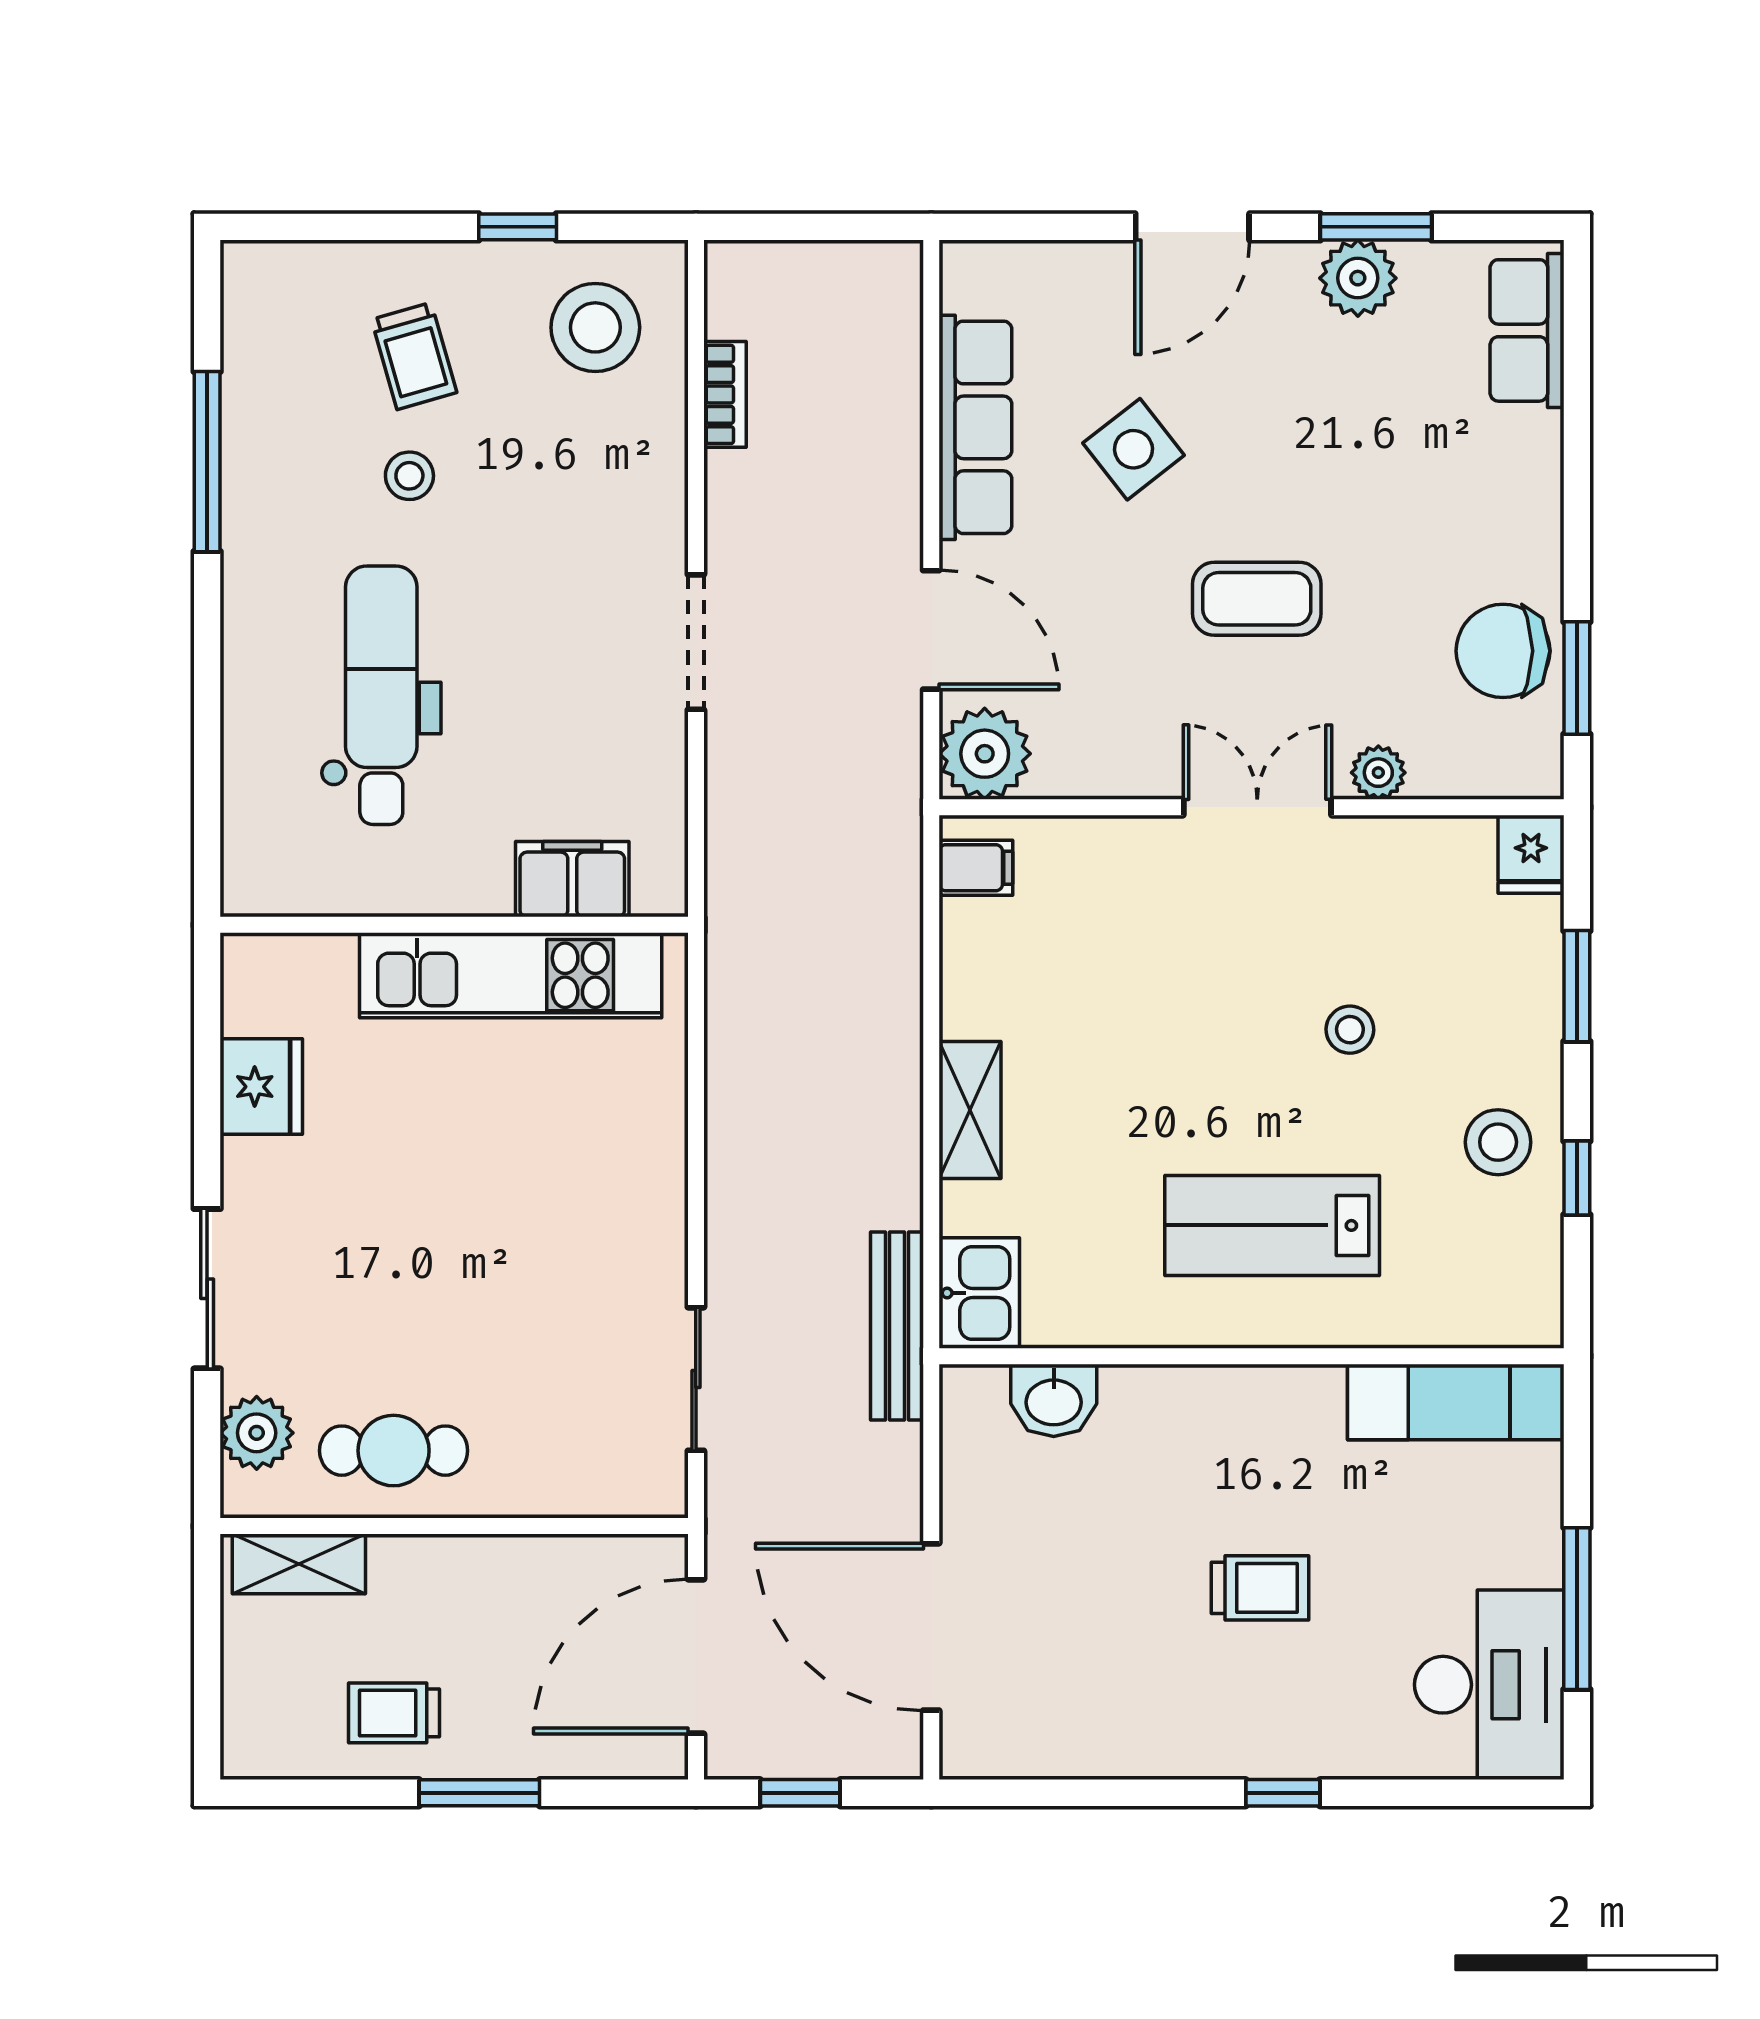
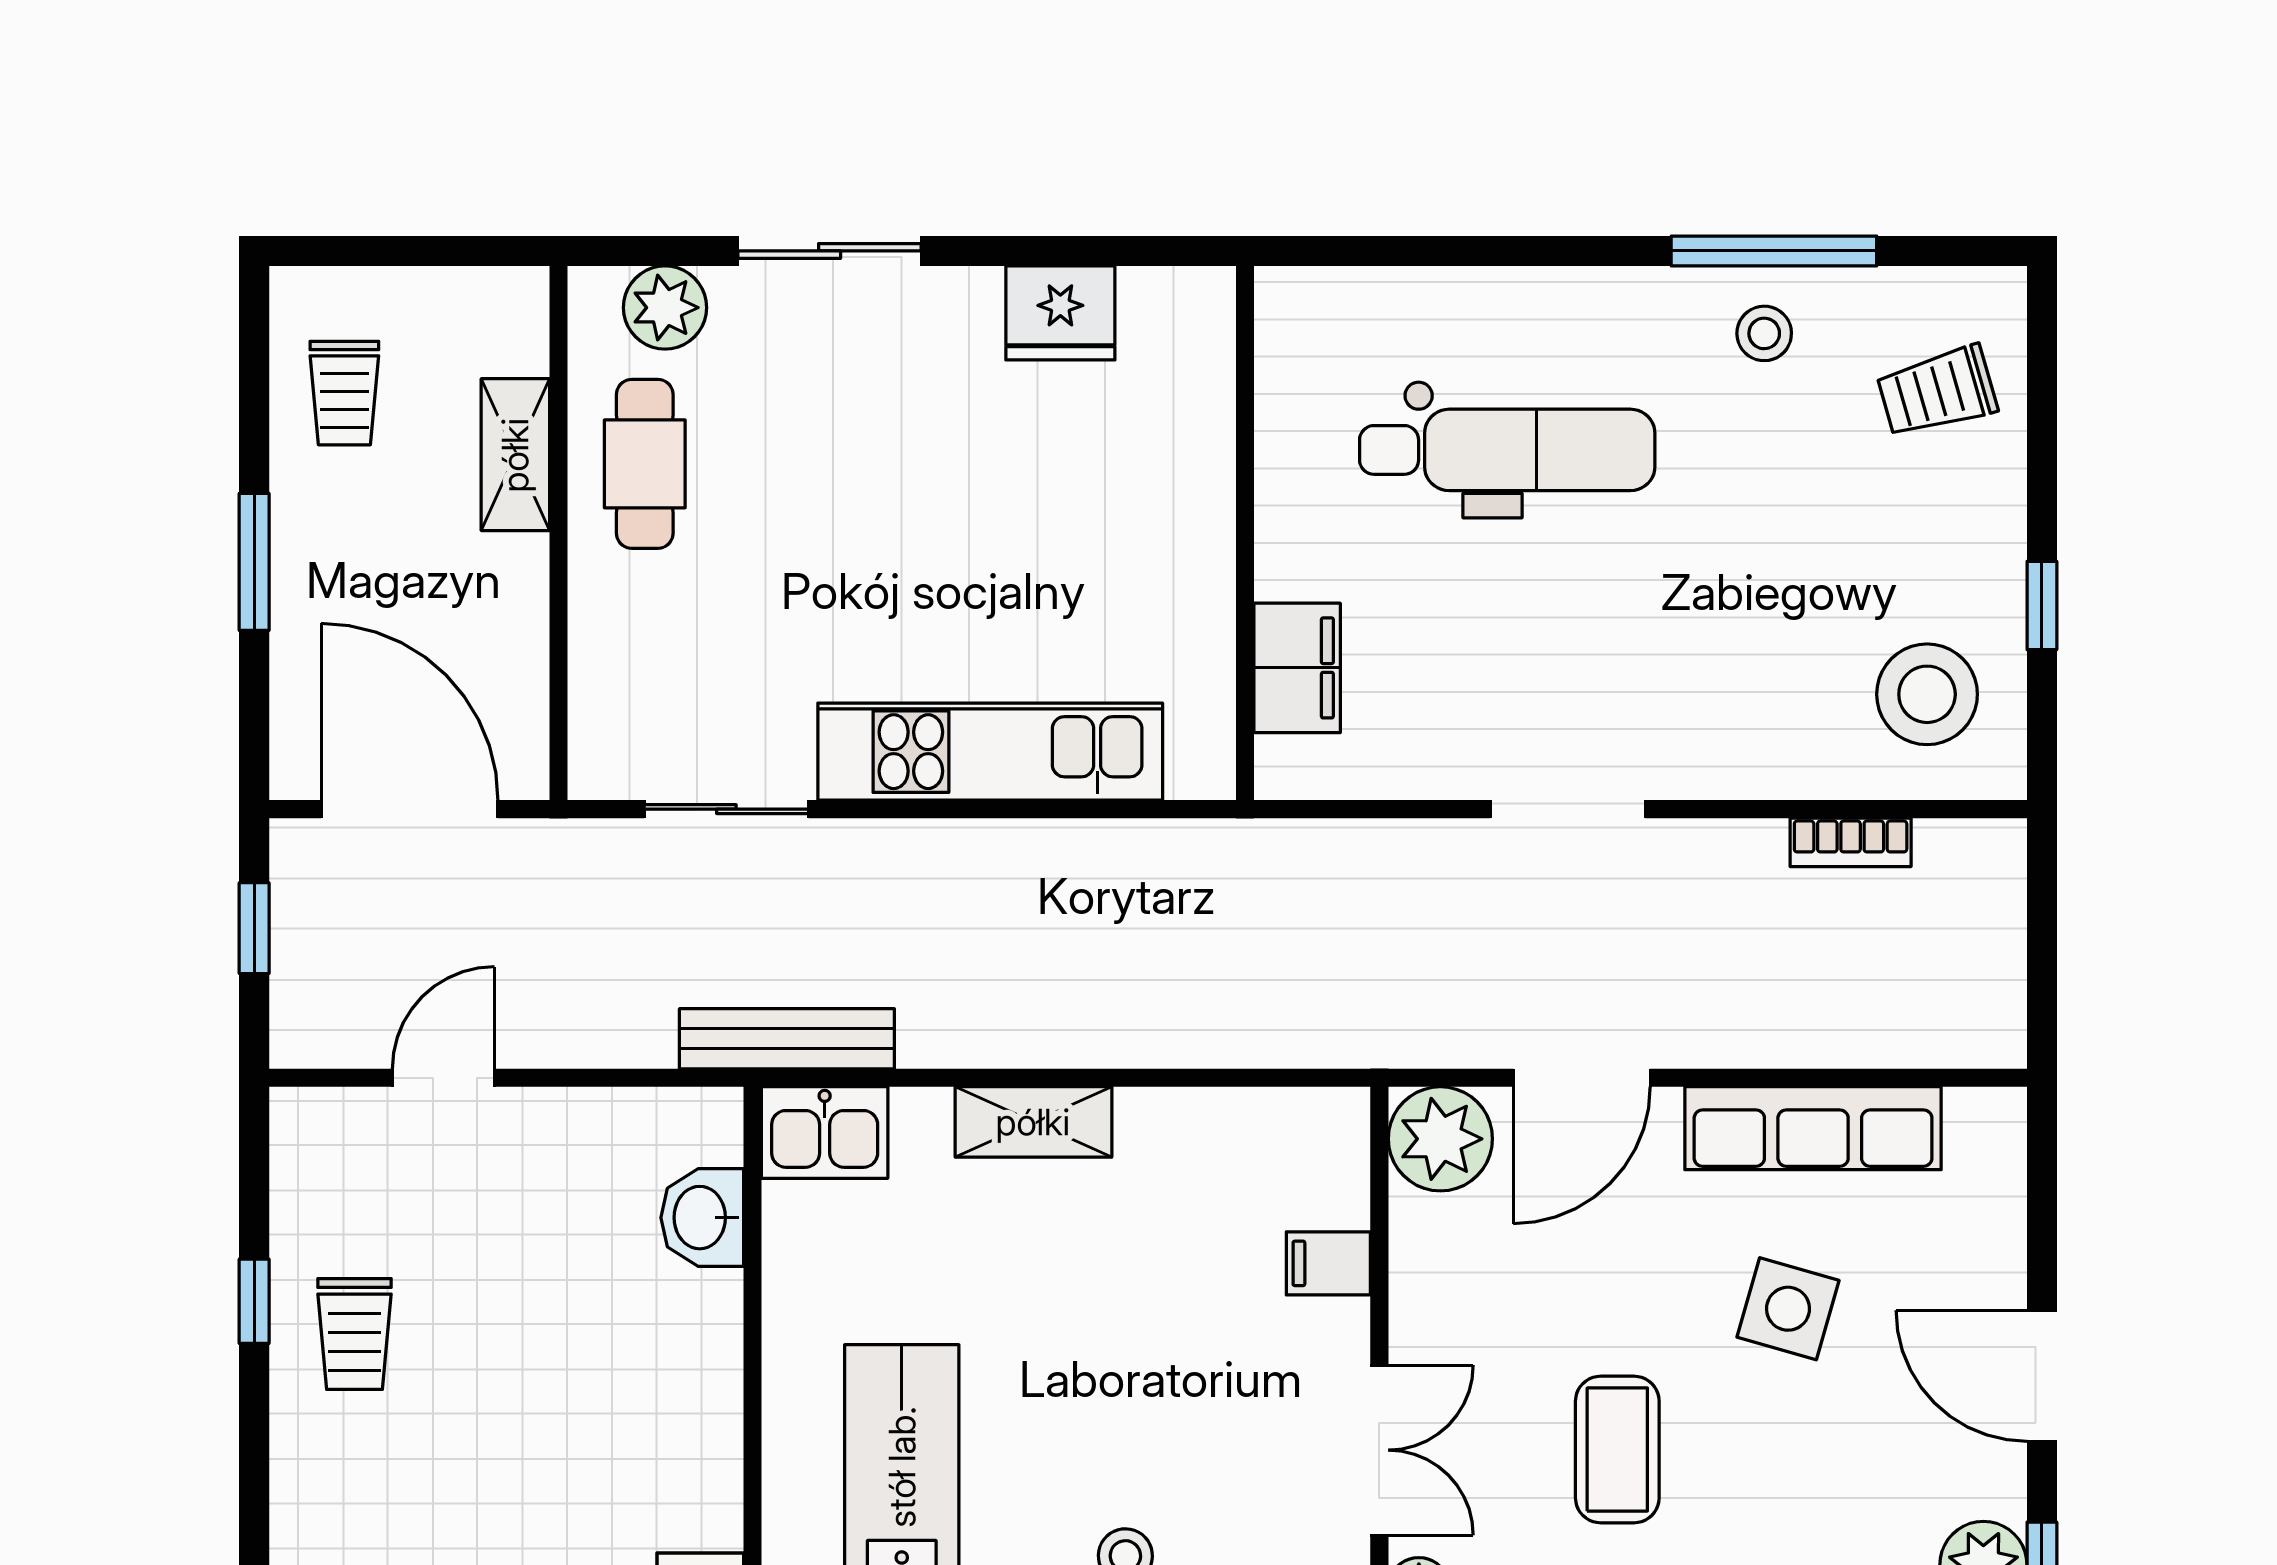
trolley: (414, 356) -> (1937, 392), moved
side table: (1134, 449) -> (1788, 1309), turned -36
stool: (409, 476) -> (1764, 333), moved
filing cabinet: (976, 868) -> (1328, 1263), moved, turned 90
kitchen unit: (511, 975) -> (990, 752), moved, turned 90
shelving: (299, 1564) -> (515, 455), moved
trolley: (1260, 1588) -> (354, 1334), moved
door: (931, 1627) -> (443, 1078), width x0.53
trolley: (394, 1713) -> (344, 393), moved, turned 180
window: (1283, 1793) -> (254, 1301), moved

